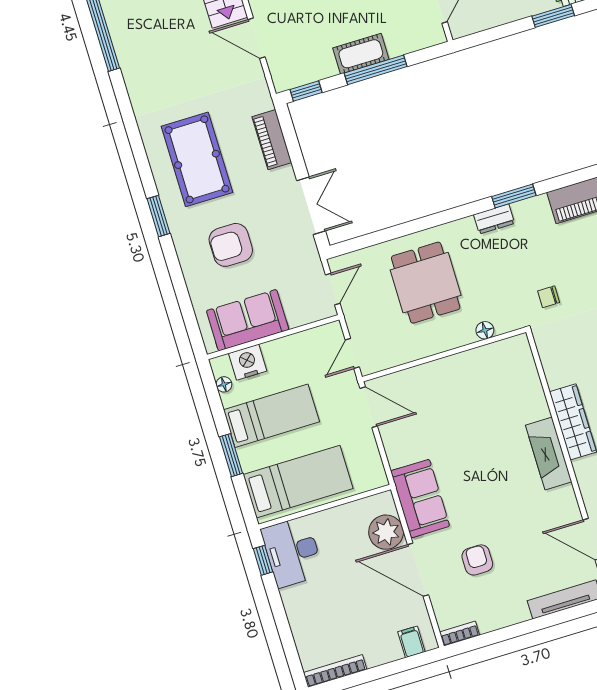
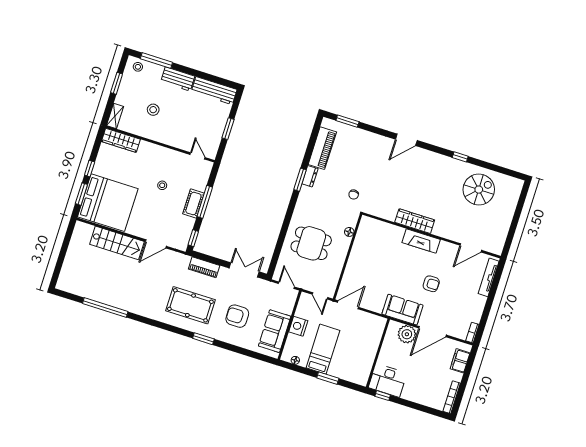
window: (553, 16) -> (228, 129), moved
dresser: (494, 219) -> (310, 176), moved
armchair: (231, 245) -> (237, 316), turned 90
nightstand: (248, 362) -> (298, 326), moved
bed: (298, 482) -> (359, 357), removed
armchair: (477, 560) -> (431, 284), moved, turned 180
filing cabinet: (411, 642) -> (460, 361), width x2.00

